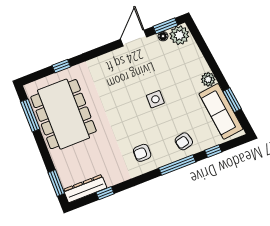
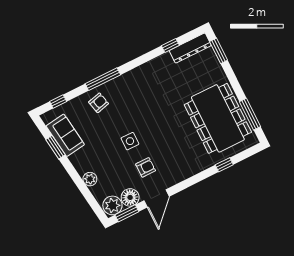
floor lamp: (163, 36) -> (130, 197), width x1.89, depth x1.89
plant: (208, 79) -> (90, 179), moved
sofa: (221, 111) -> (65, 135), width x0.73
window: (213, 151) -> (58, 101), moved
armchair: (142, 153) -> (146, 167), moved

